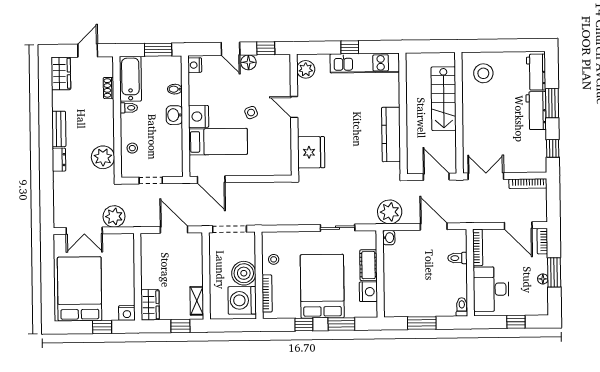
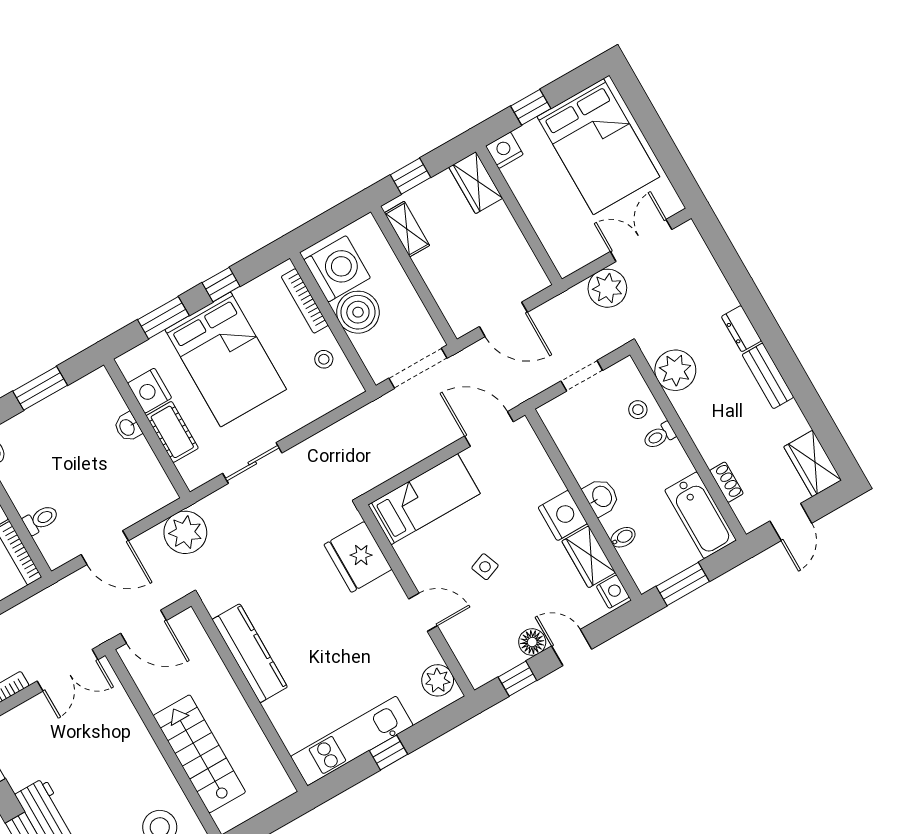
wardrobe: (197, 89) -> (589, 557), added
toilet: (129, 108) -> (659, 436), moved
bed: (218, 142) -> (424, 499), moved, turned 180
washbasin: (389, 238) -> (128, 427), moved

